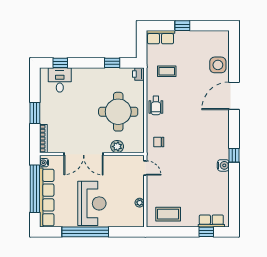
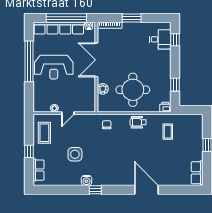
row of seats: (161, 37) -> (197, 173), moved
side table: (218, 65) -> (75, 154), moved
door: (145, 168) -> (68, 113), moved
window: (206, 232) -> (29, 151), moved

